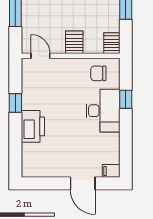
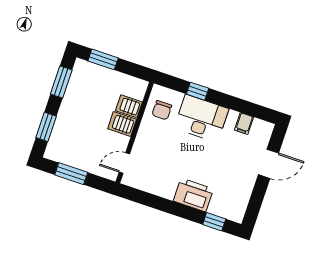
server rack: (112, 43) -> (129, 106), moved
window: (15, 103) -> (214, 222), moved
filing cabinet: (111, 171) -> (244, 123), moved

